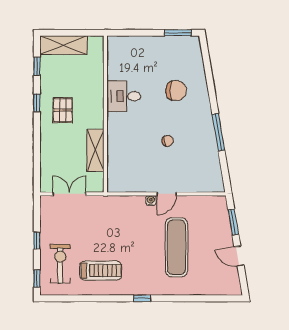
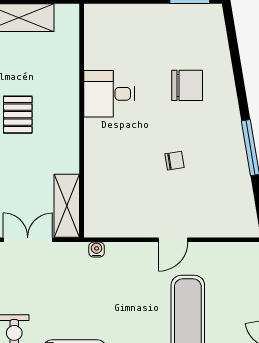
shelving: (95, 150) -> (67, 206), moved
water cooler: (151, 200) -> (97, 250), moved

